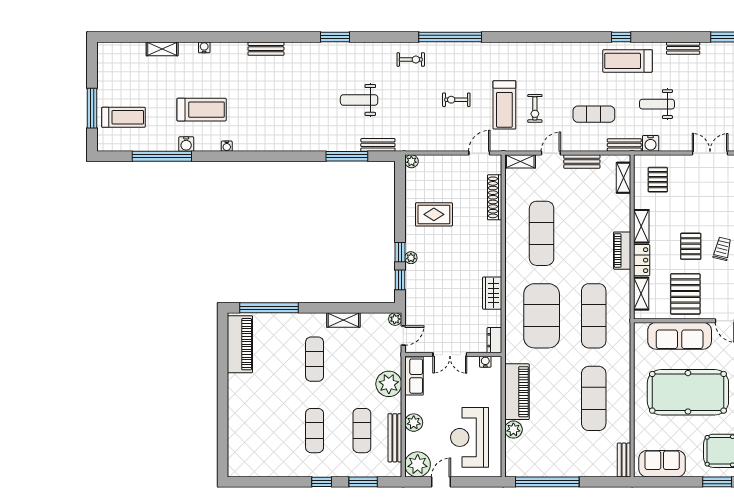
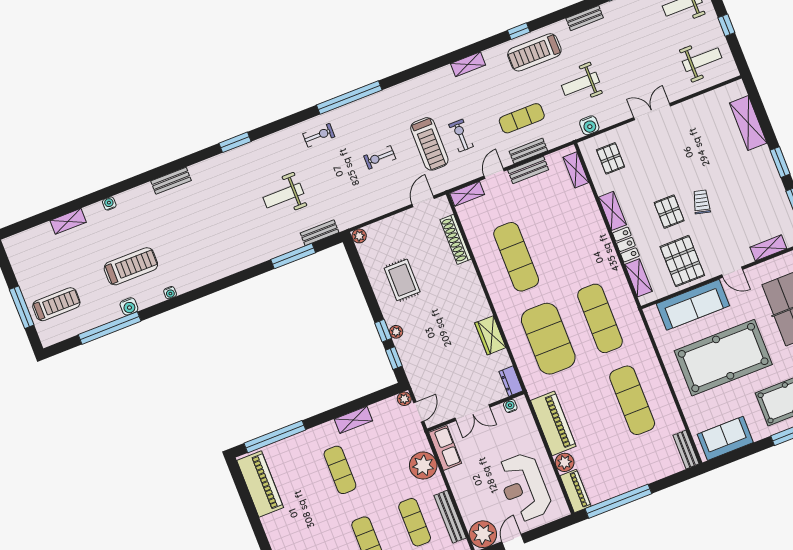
shelving: (565, 49) -> (468, 64), added
exercise bike: (535, 108) -> (461, 136), turned 180
bench: (624, 145) -> (528, 151), moved
rug: (434, 214) -> (402, 280), turned 90
piano: (622, 251) -> (575, 491), moved, turned 180
plant: (414, 423) -> (463, 494), removed

